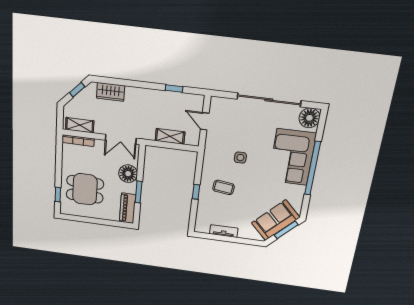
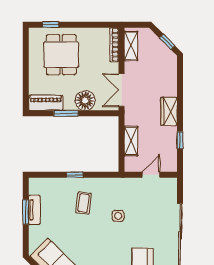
wardrobe: (111, 92) -> (169, 111), moved
window: (225, 238) -> (26, 212), added

